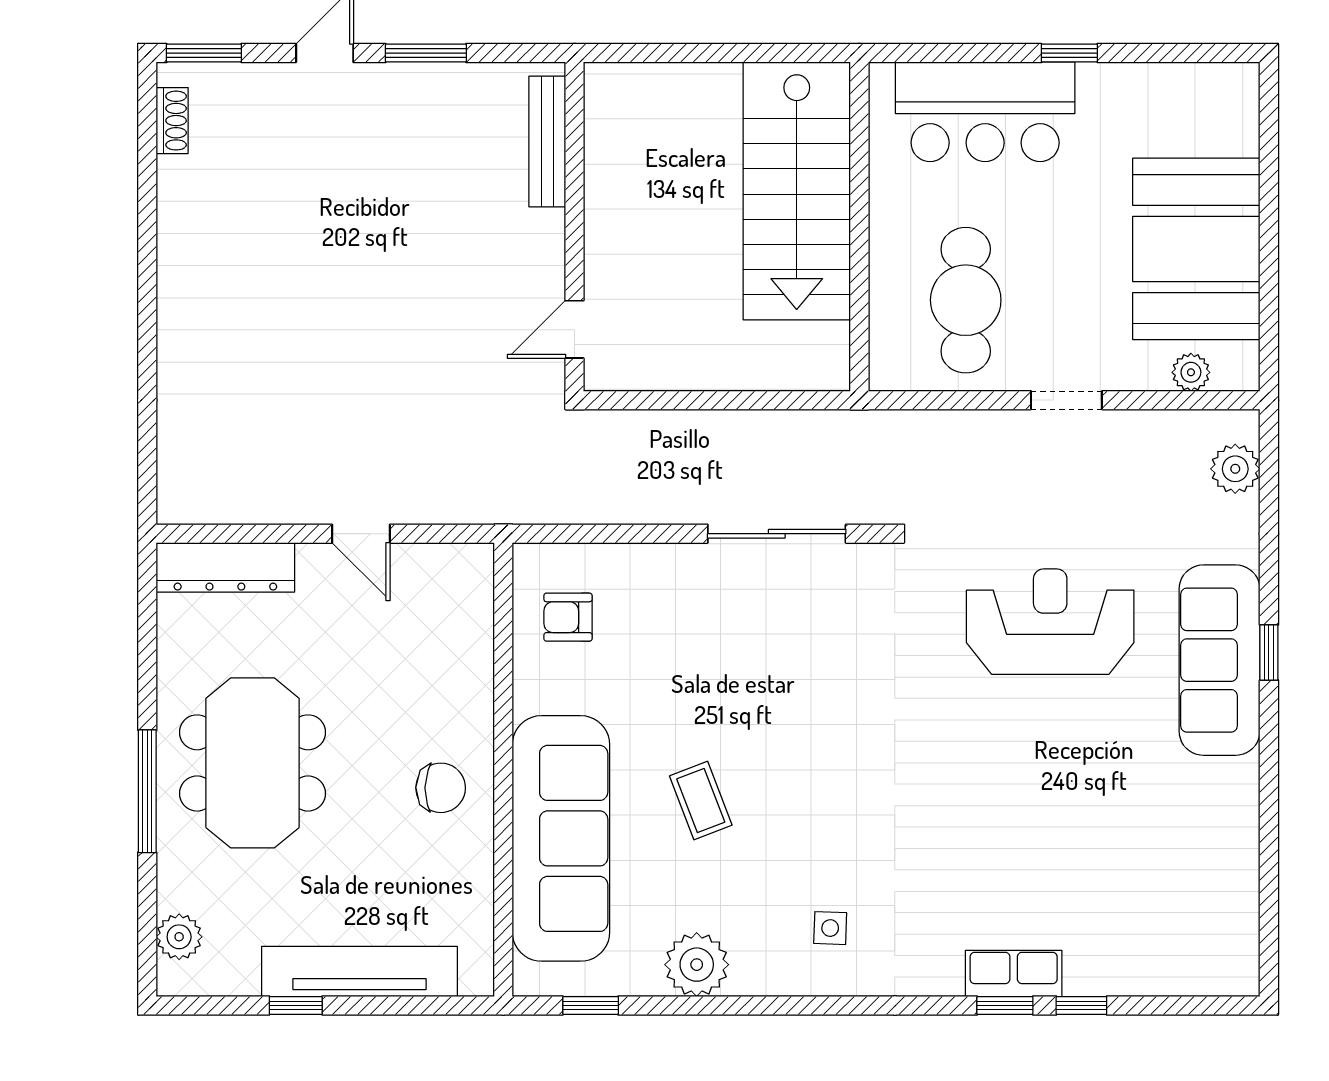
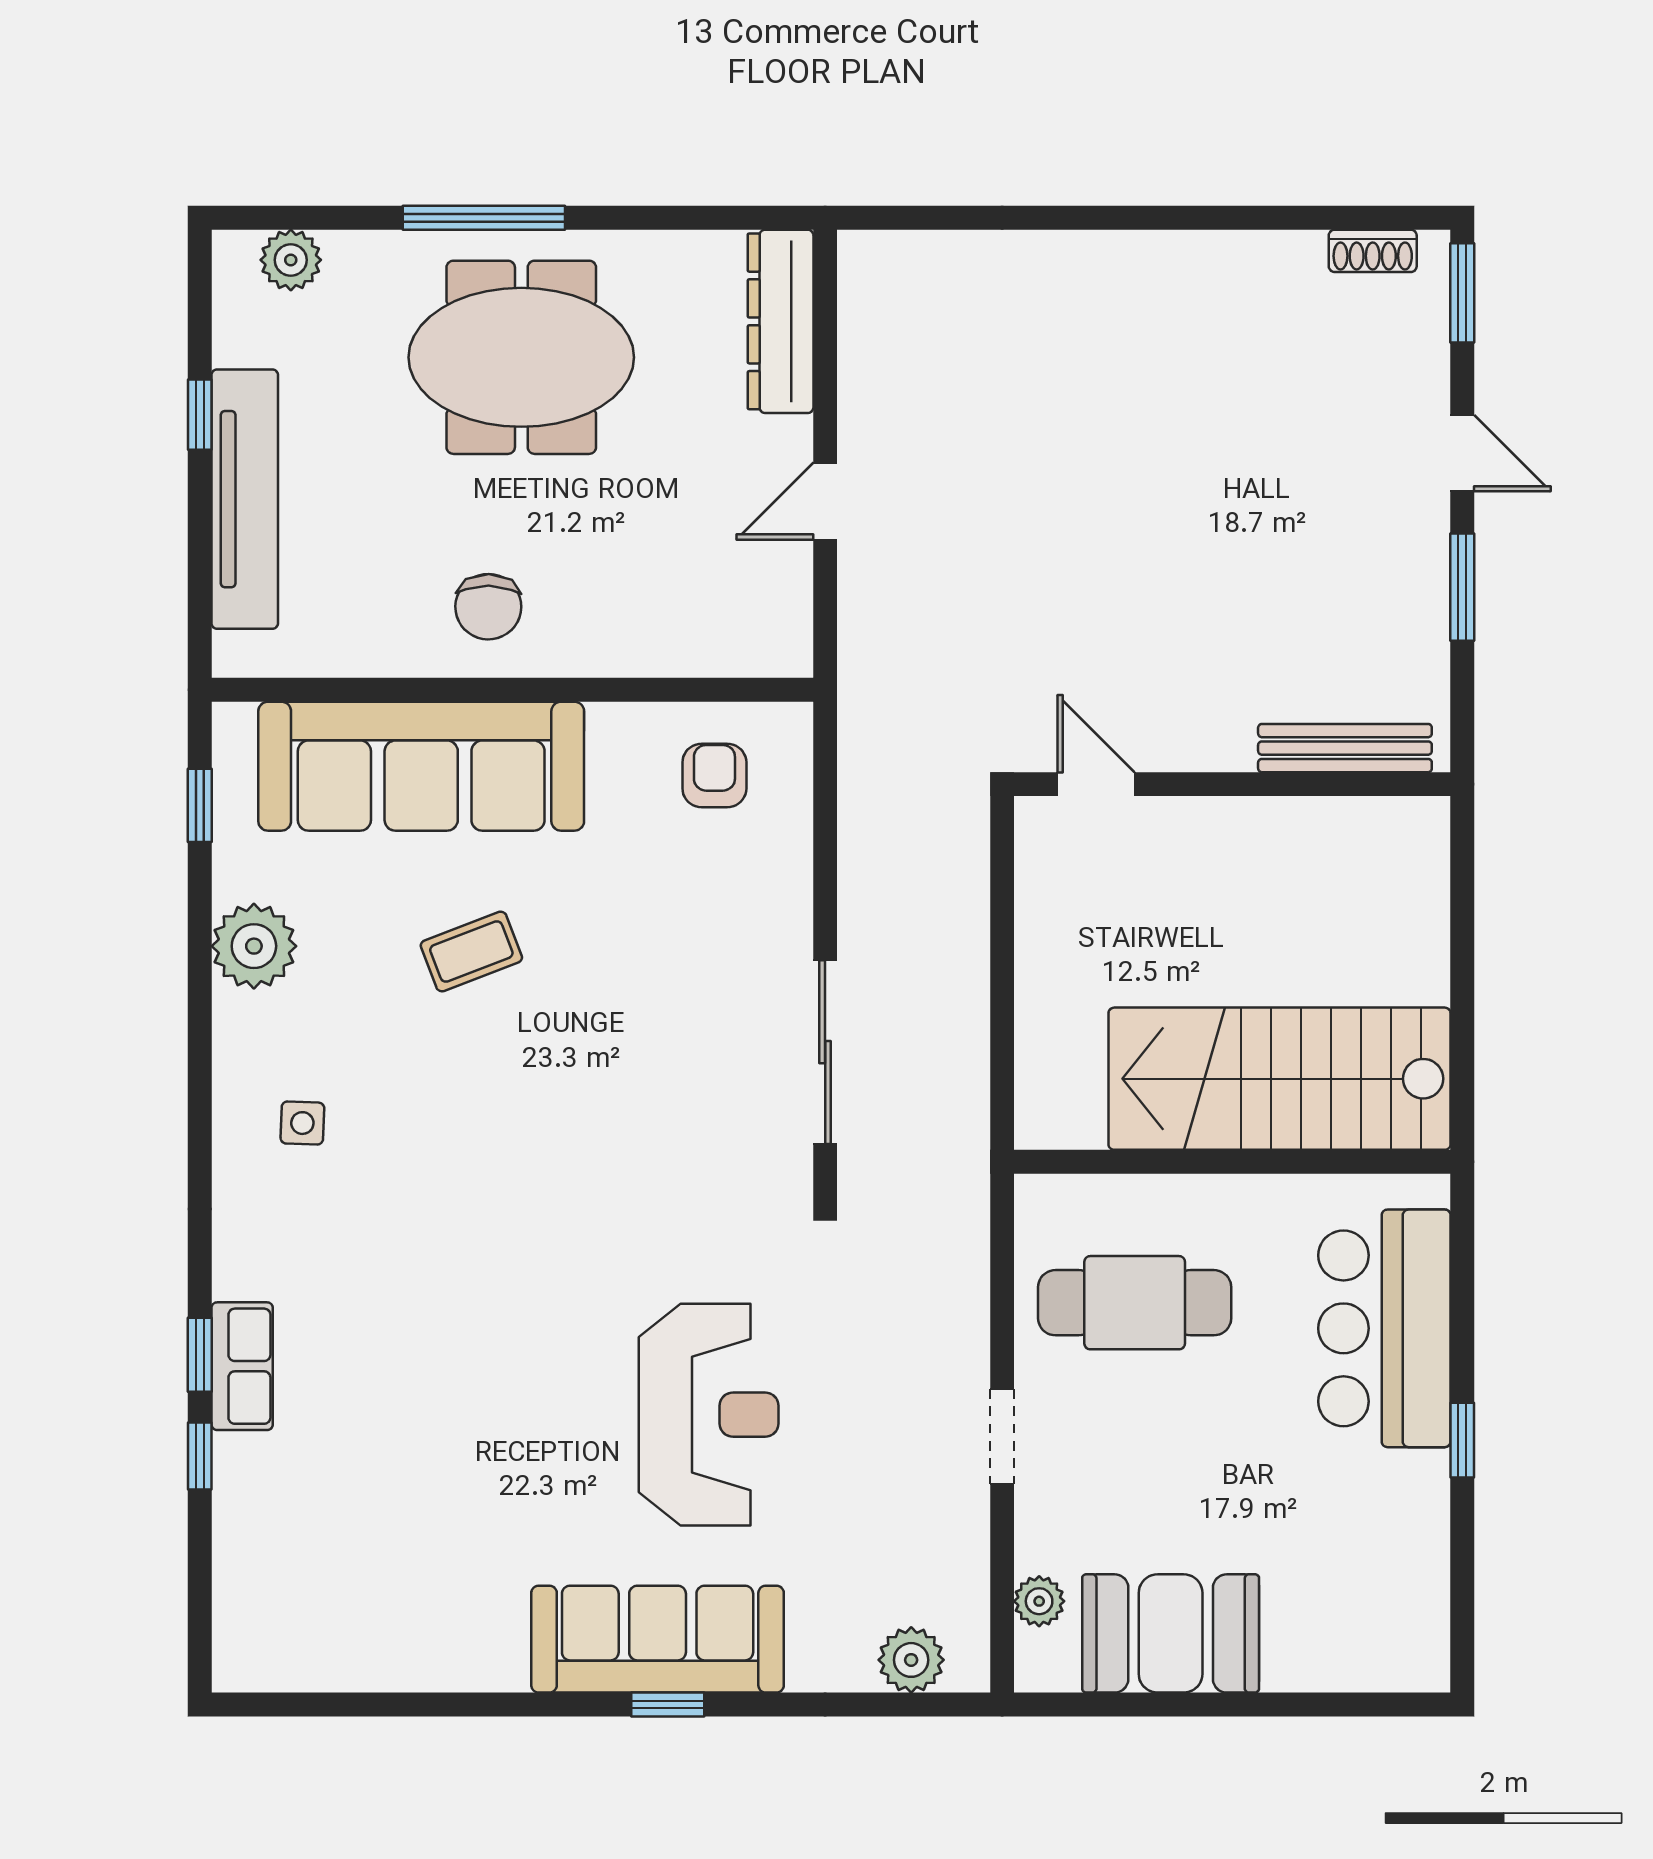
booth: (1196, 249) -> (1171, 1633), width x0.73, depth x0.70

